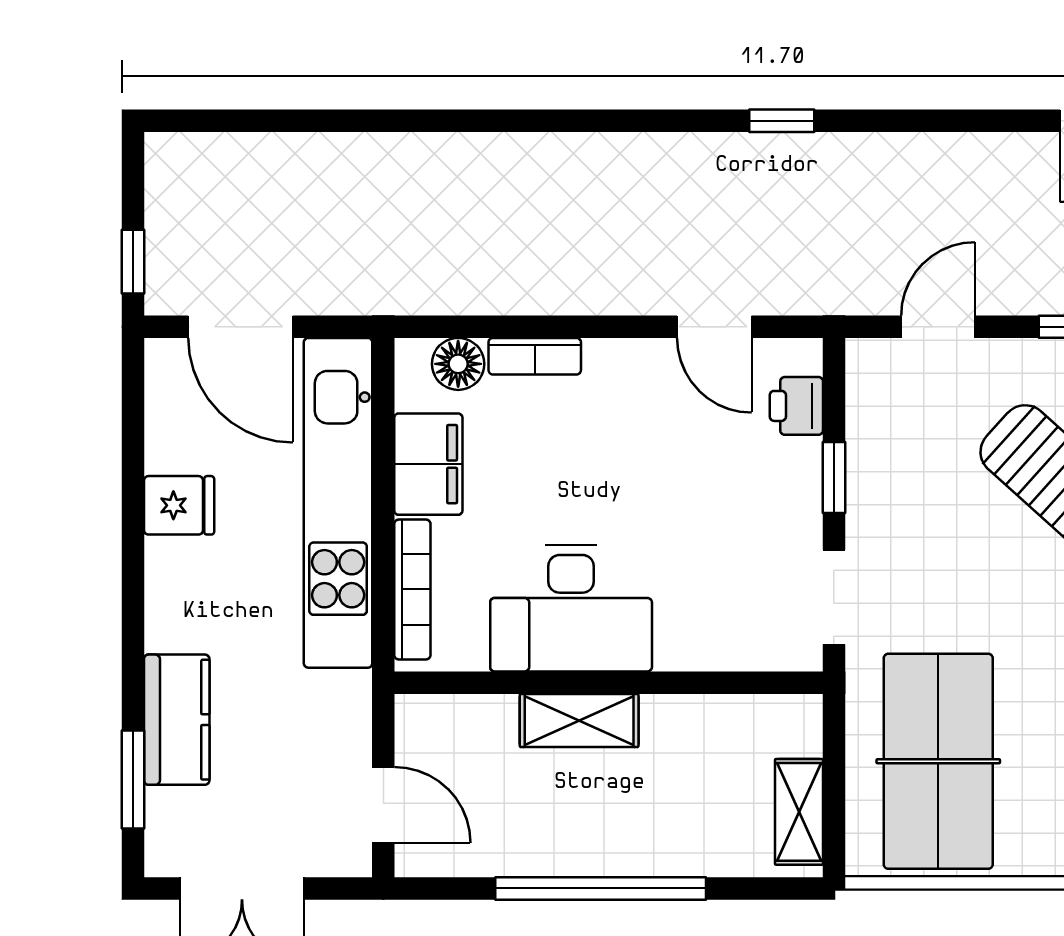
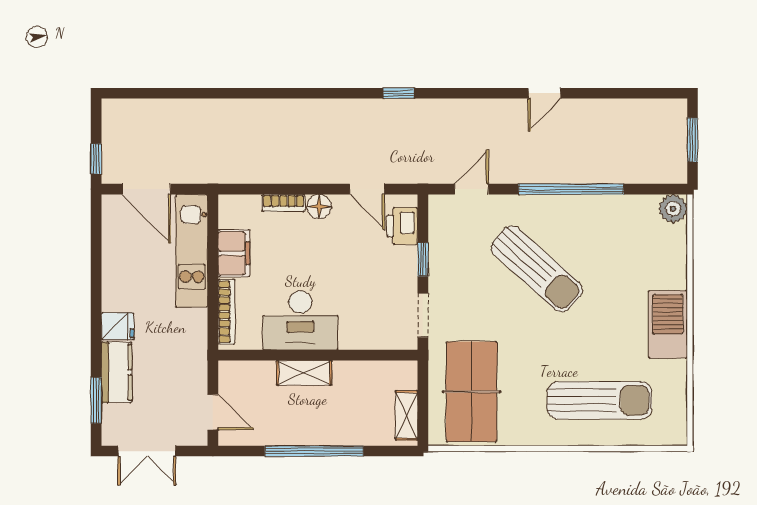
floor lamp: (458, 364) -> (319, 207), moved
printer: (796, 406) -> (402, 226), width x1.36, depth x1.24
kitchen unit: (338, 503) -> (192, 251), width x0.73
fridge: (179, 505) -> (118, 326), moved

